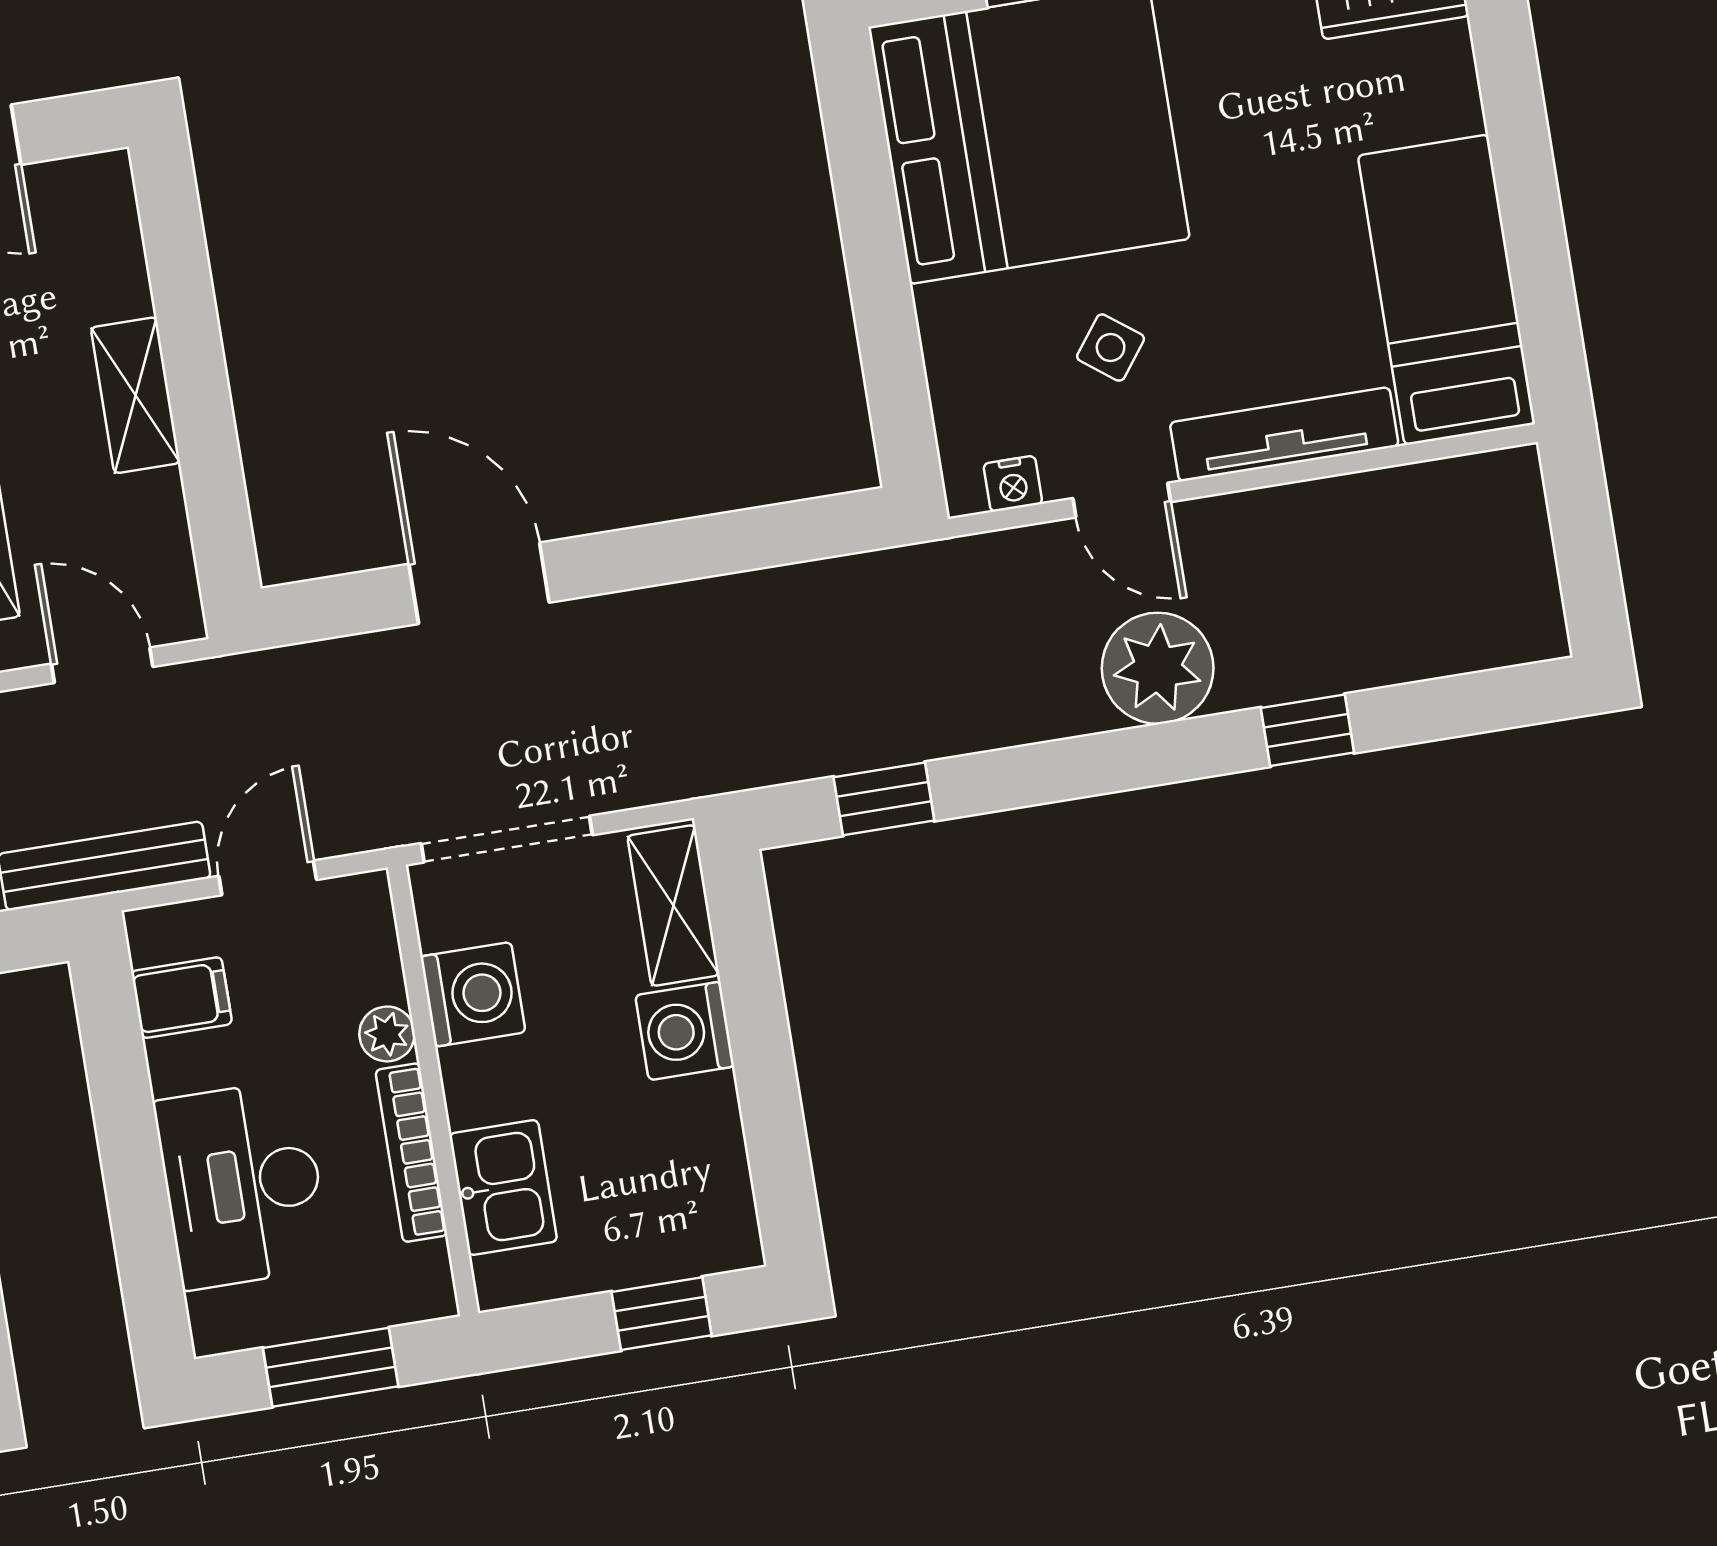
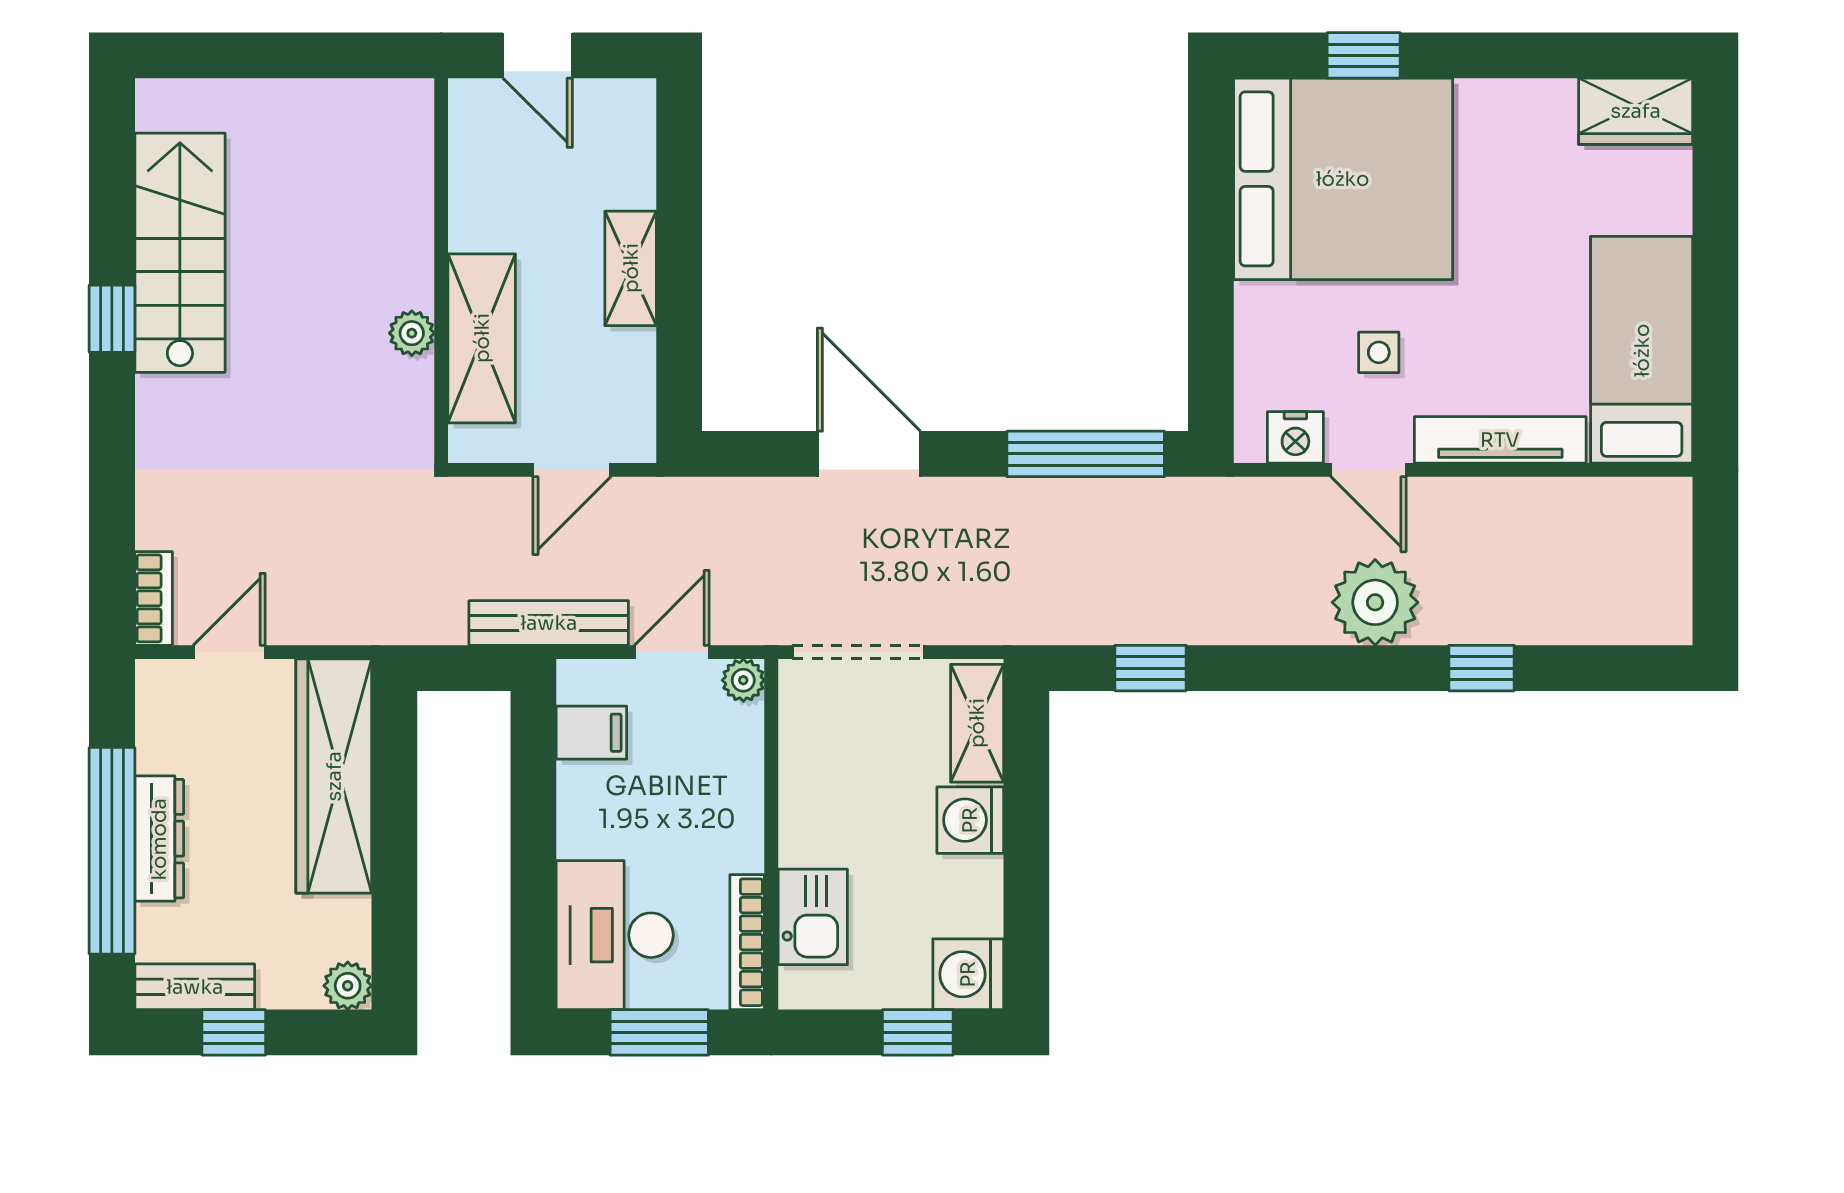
side table: (1111, 348) -> (1379, 352), turned -37
nightstand: (1013, 484) -> (1295, 437), width x1.39, depth x1.35
window: (756, 538) -> (1086, 454), added
door: (102, 665) -> (572, 470), swing flipped
washing machine: (473, 994) -> (968, 974), moved, turned 180
plant: (387, 1034) -> (743, 680), moved
bookcase: (411, 1153) -> (747, 942), moved
desk: (242, 1184) -> (615, 935), moved

